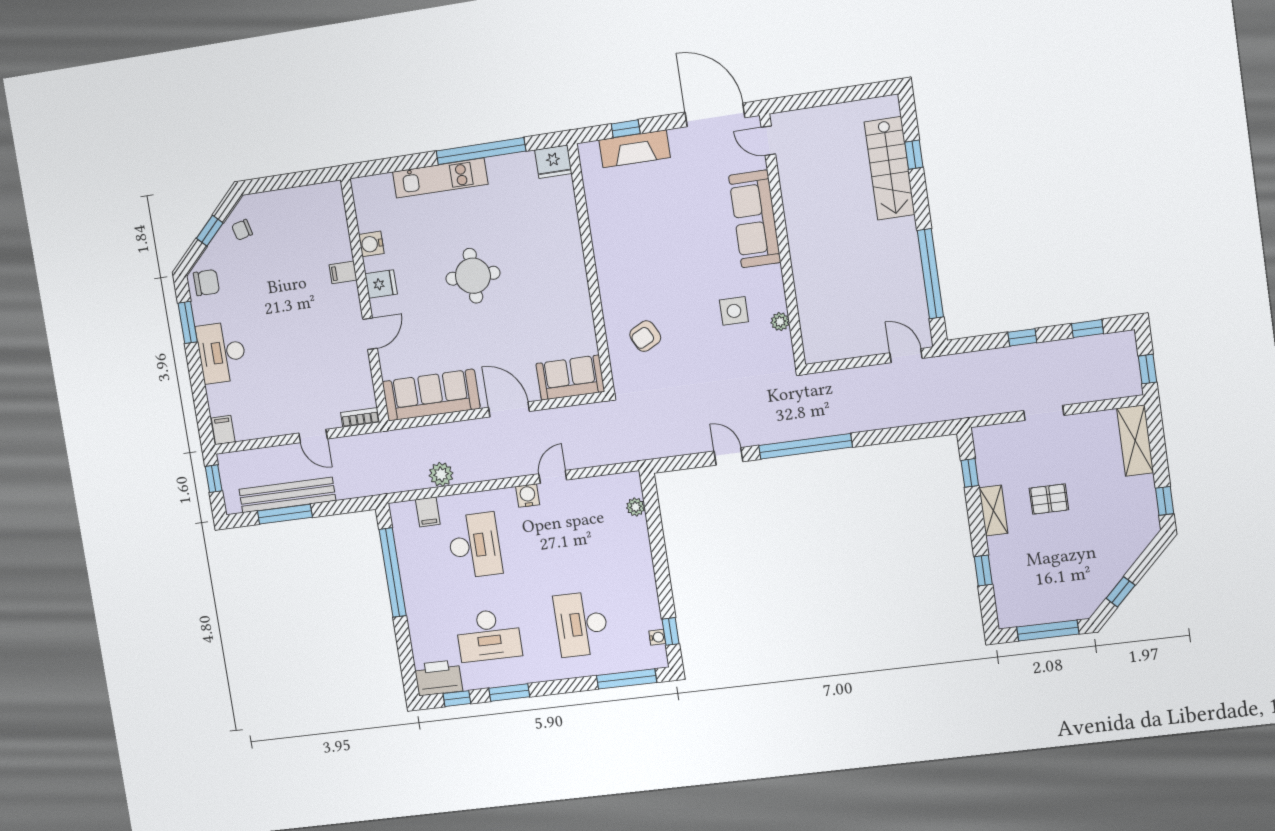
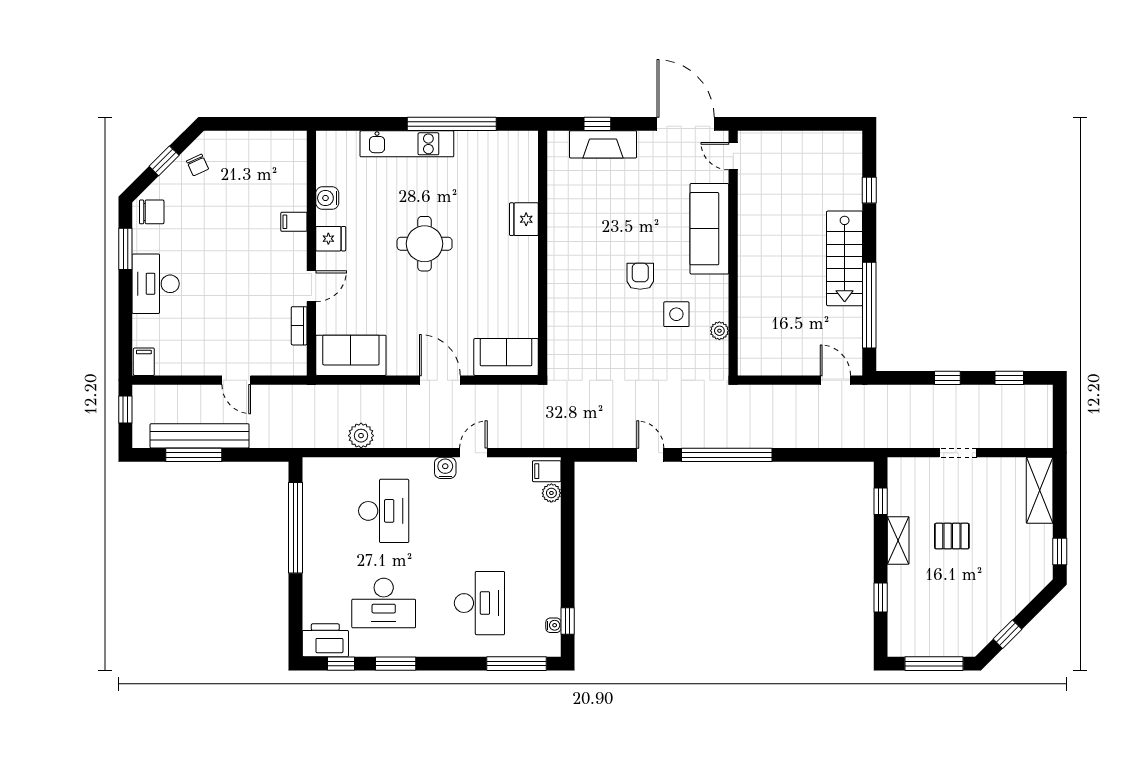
fridge: (553, 162) -> (524, 219), moved, turned 90
stairs: (890, 168) -> (845, 258), moved
chair: (242, 230) -> (198, 165), turned -101
armchair: (645, 336) -> (640, 276), moved, turned 117
window: (1147, 369) -> (1060, 424), removed
sofa: (431, 395) -> (351, 355), width x0.73
bookcase: (360, 417) -> (299, 326), moved, turned -90
filing cabinet: (428, 512) -> (547, 471), moved, turned 90
desk: (581, 624) -> (479, 603), turned 180

